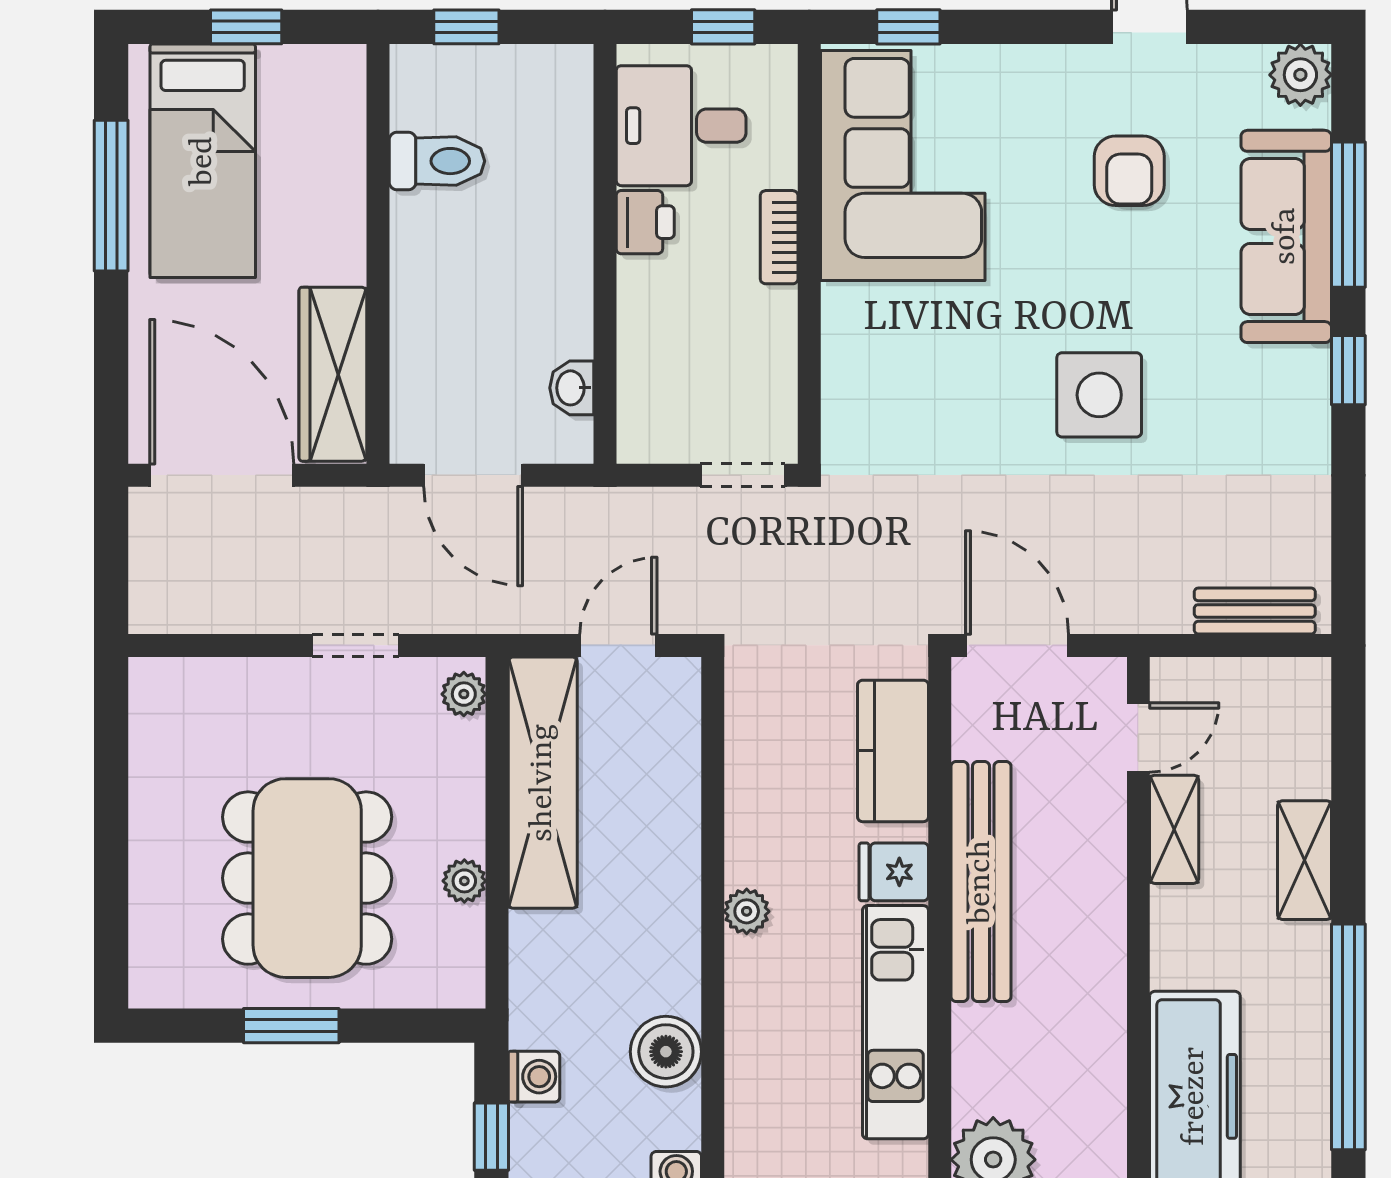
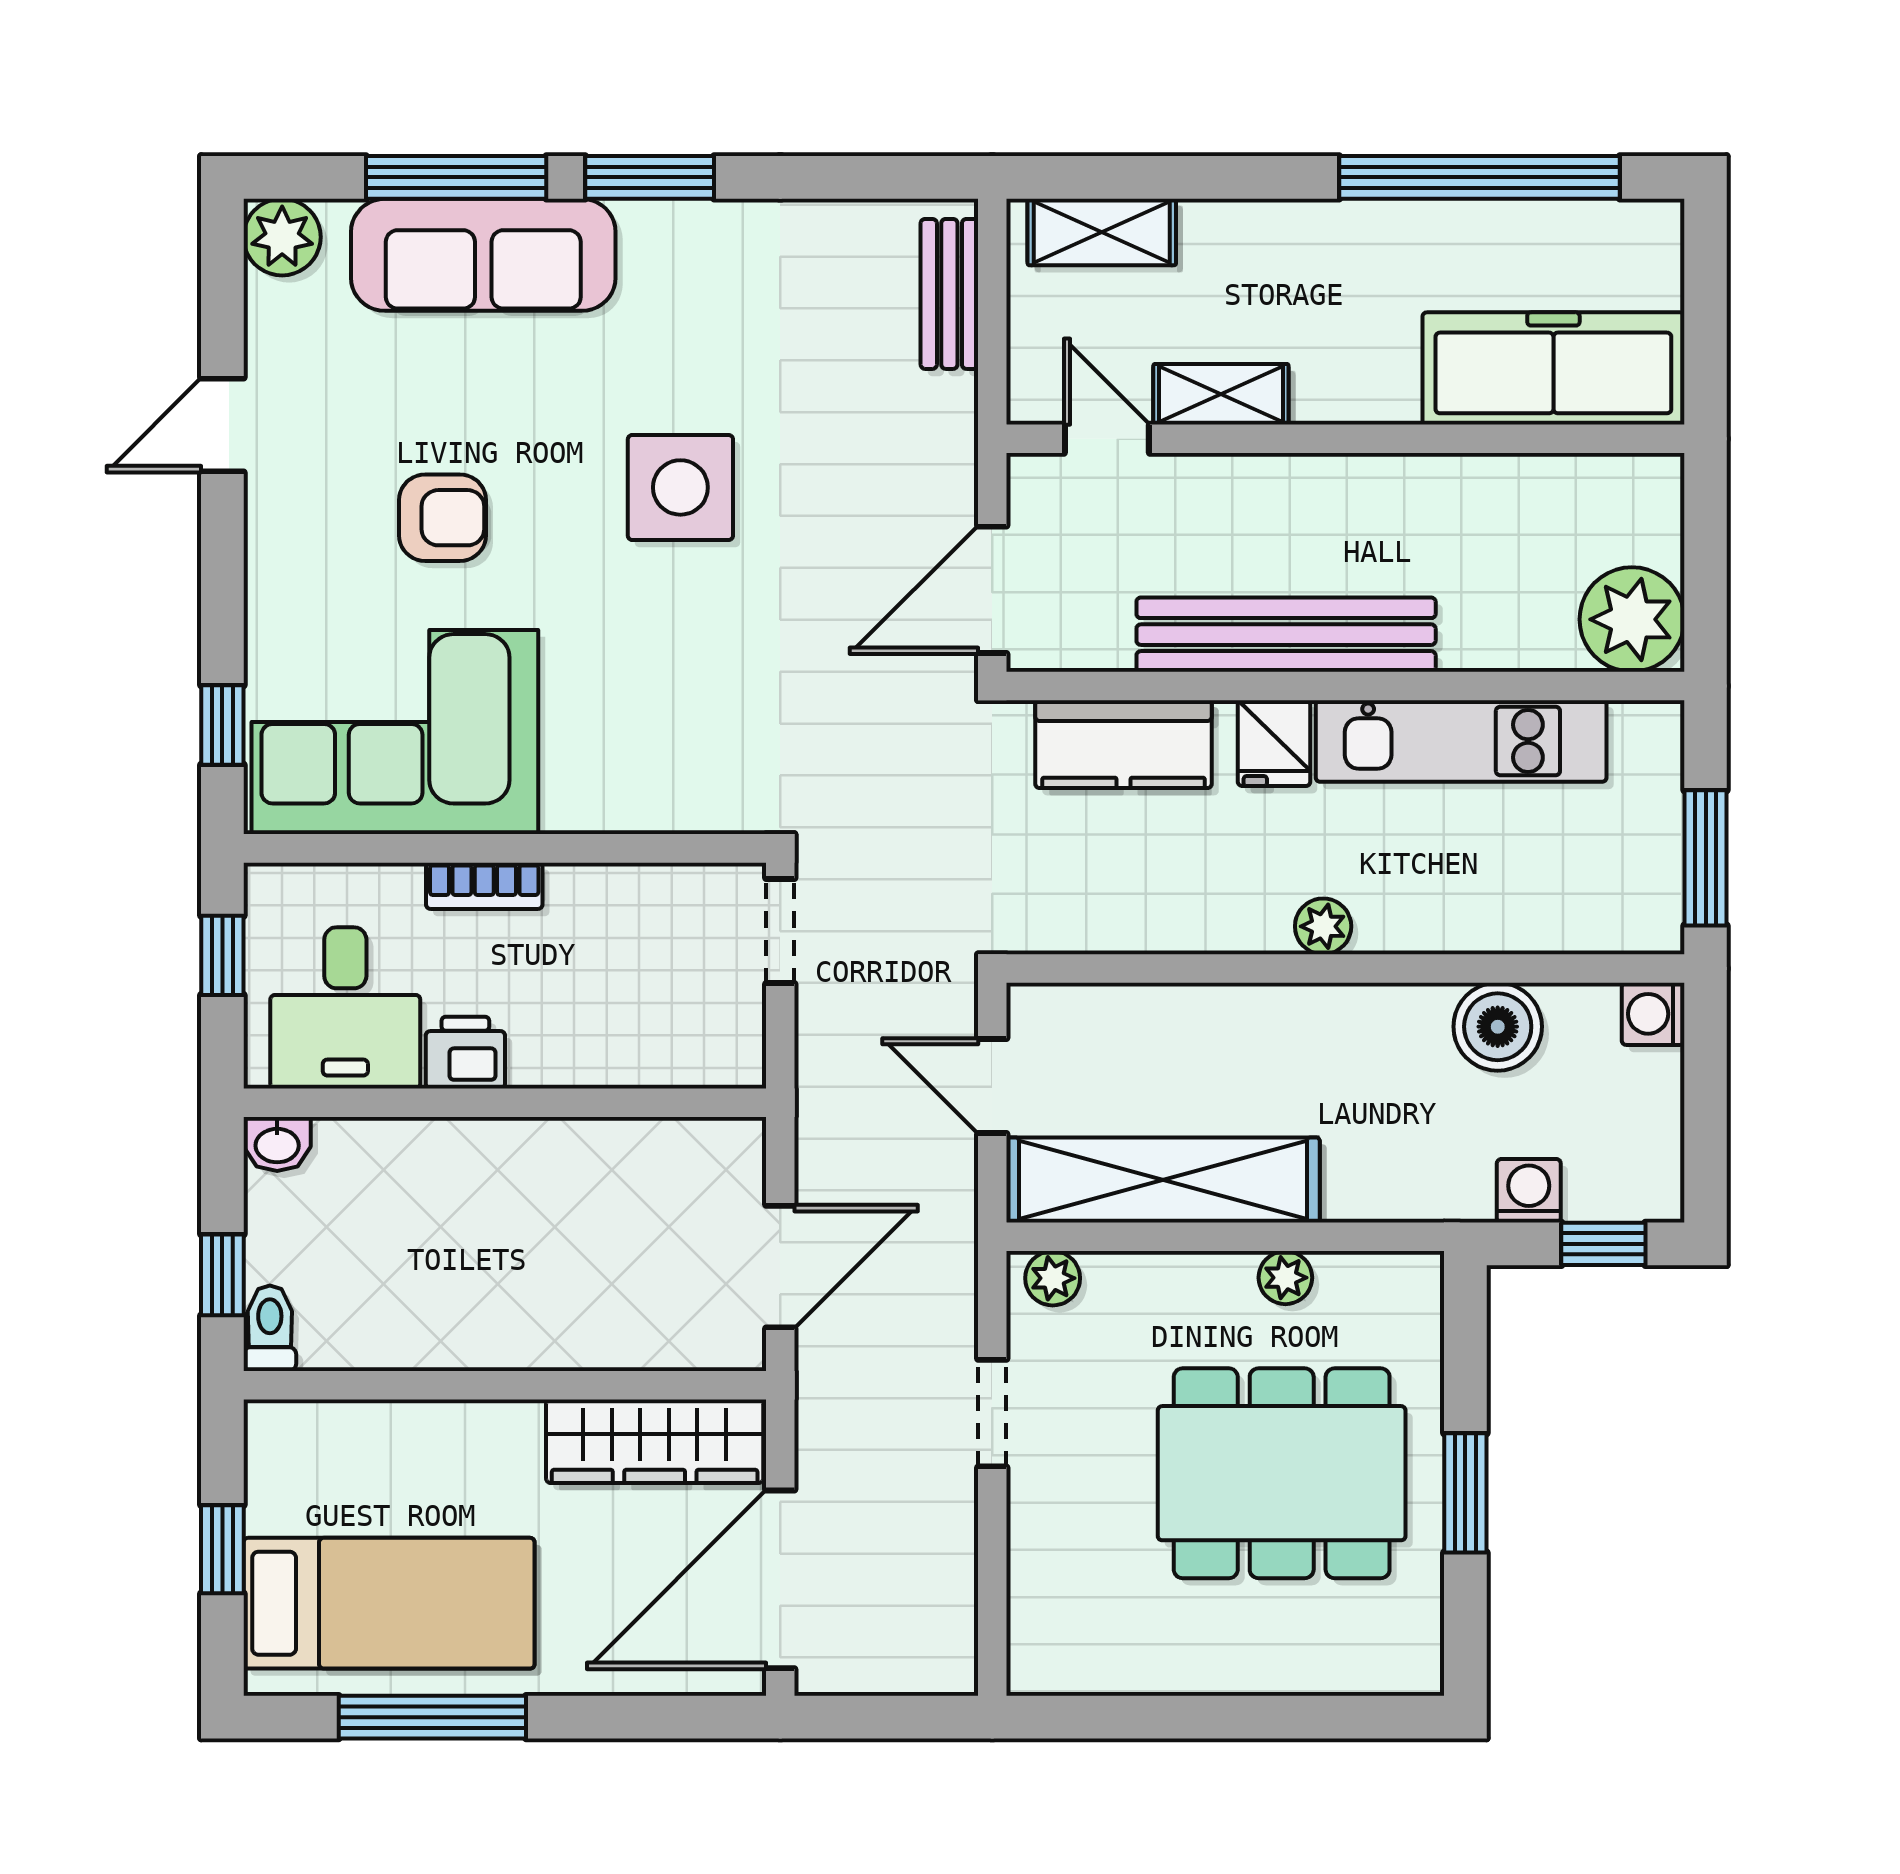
toilet: (437, 161) -> (270, 1328), moved, width x0.73, depth x0.72
armchair: (1129, 171) -> (442, 518), moved
window: (1348, 370) -> (650, 177), width x1.50
washbasin: (572, 388) -> (277, 1144), moved
shelving: (1305, 860) -> (1102, 232), moved

